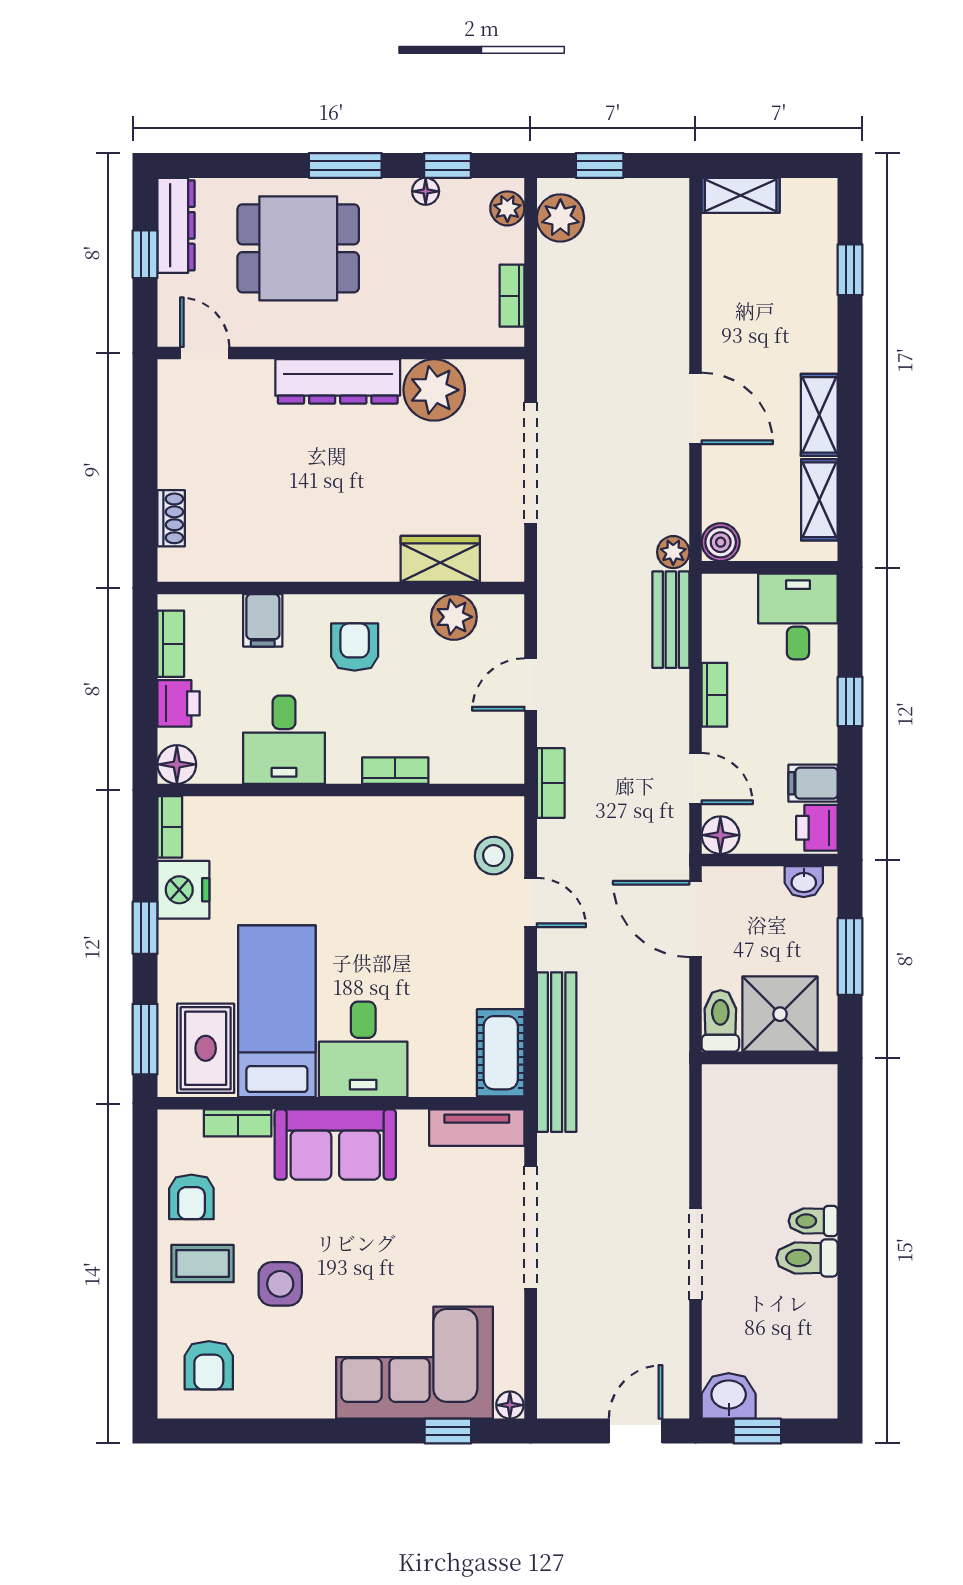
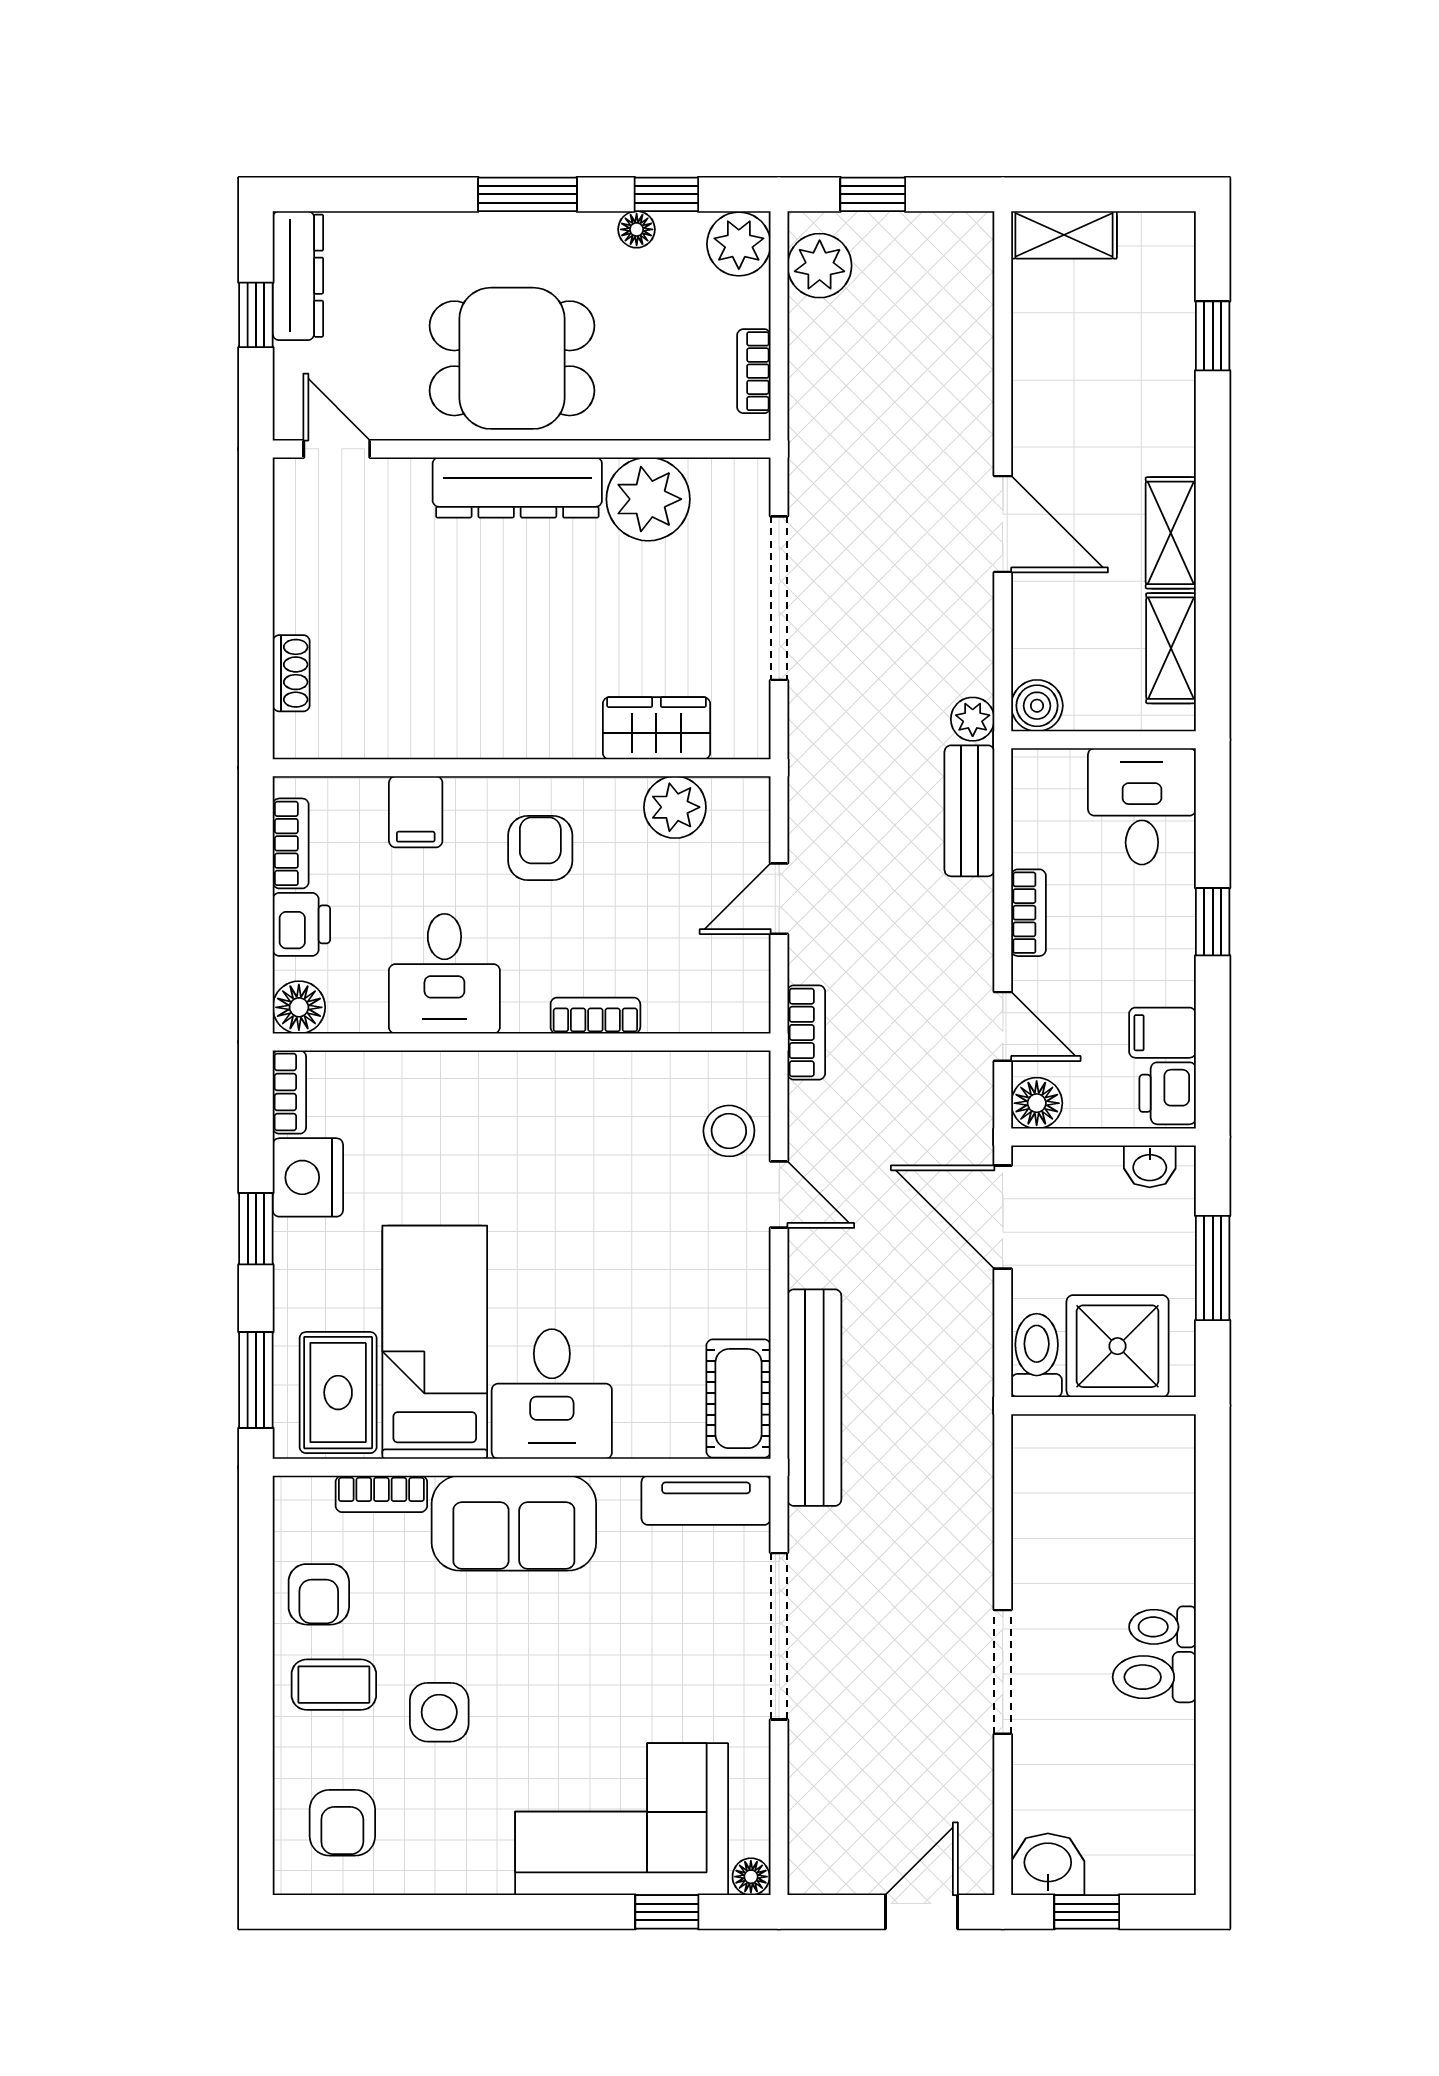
plant: (507, 208) -> (739, 244), width x1.38, depth x1.38
dining table: (298, 248) -> (512, 358), moved

